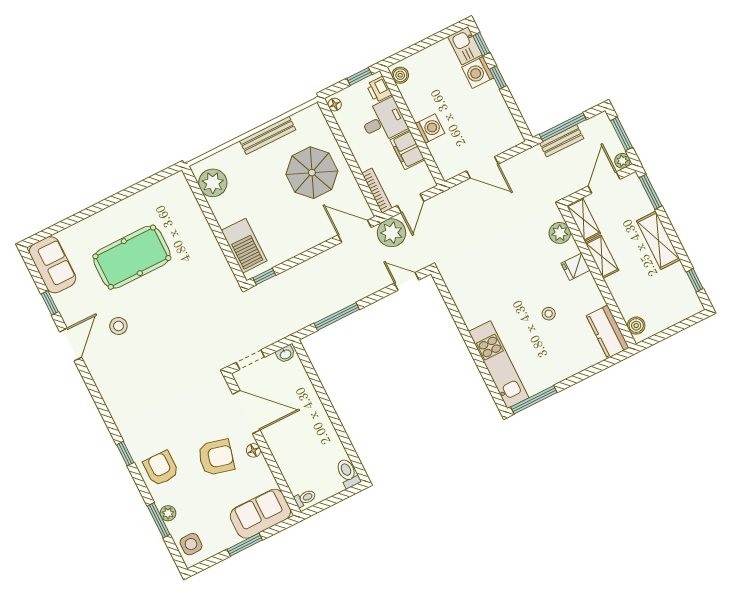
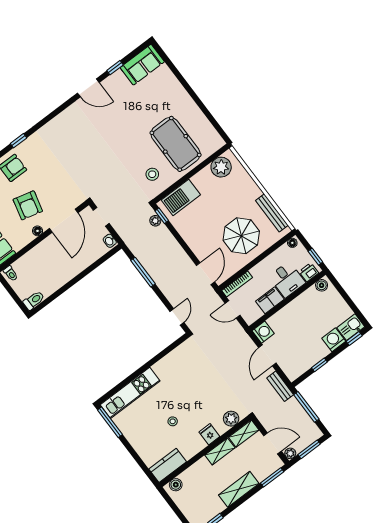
window: (498, 77) -> (319, 365), moved
washing machine: (430, 129) -> (263, 332), moved, turned -90
bench: (268, 135) -> (272, 213), moved
bench: (562, 141) -> (280, 386), moved
plant: (392, 233) -> (155, 221), moved, width x0.53, depth x0.53
pool table: (132, 257) -> (176, 144), moved
stool: (118, 326) -> (152, 174), moved

